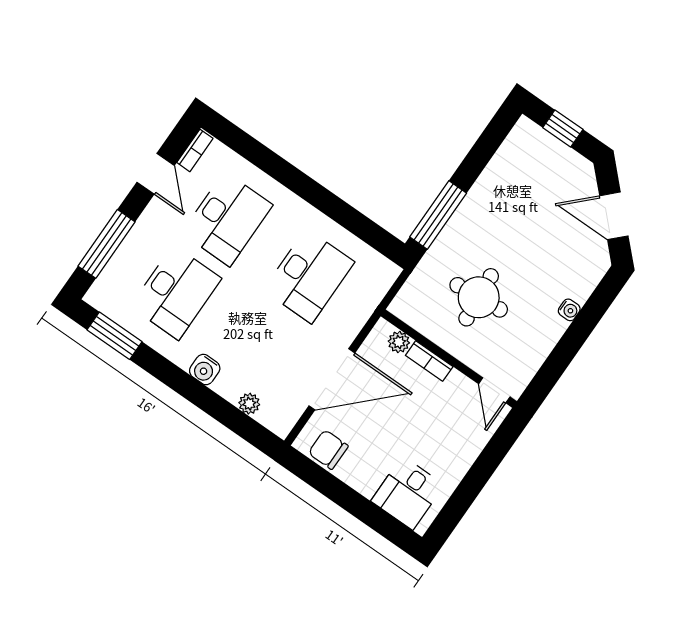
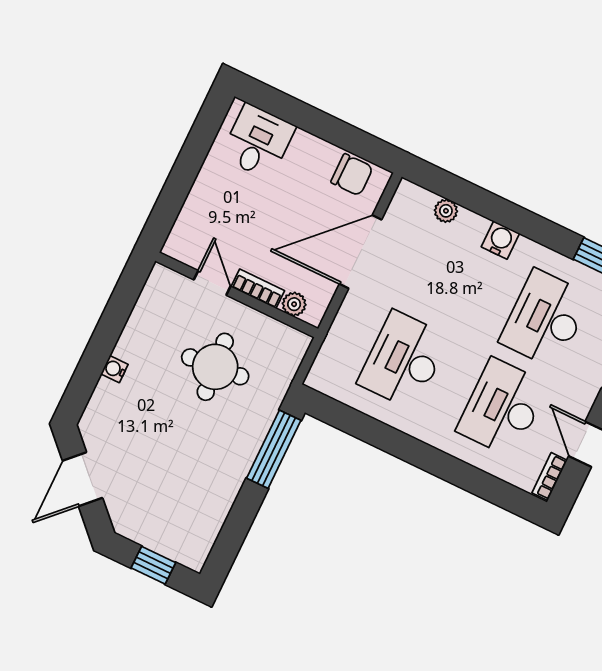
door: (614, 216) -> (82, 479), swing flipped
door: (494, 390) -> (212, 283), moved

